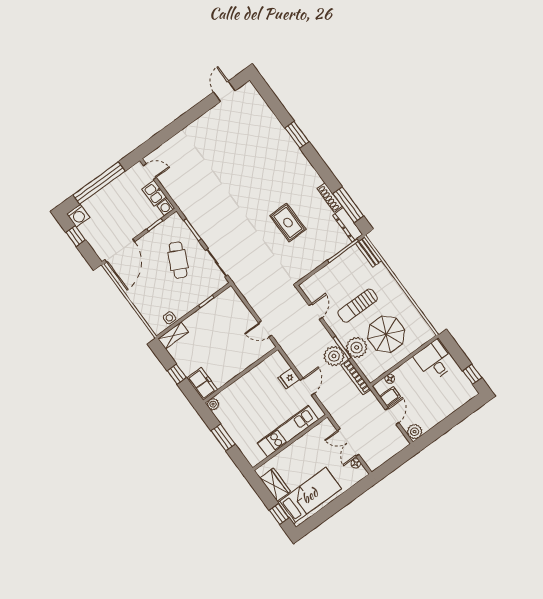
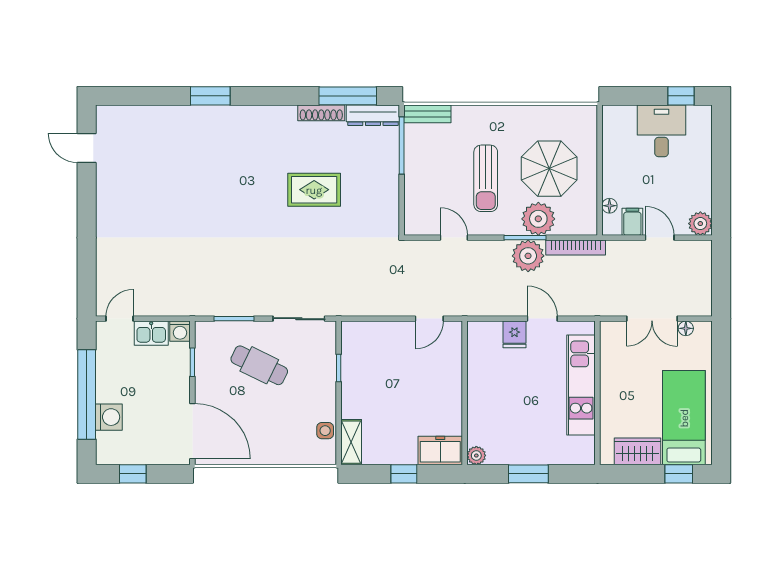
washing machine: (78, 216) -> (109, 417), moved
desk: (434, 361) -> (662, 131), moved, turned 90

